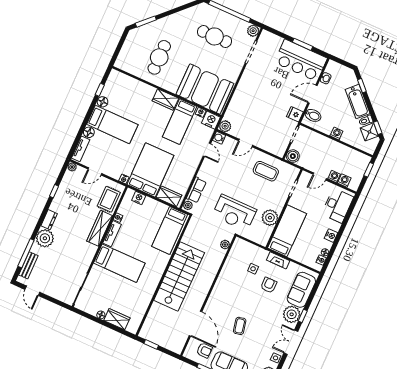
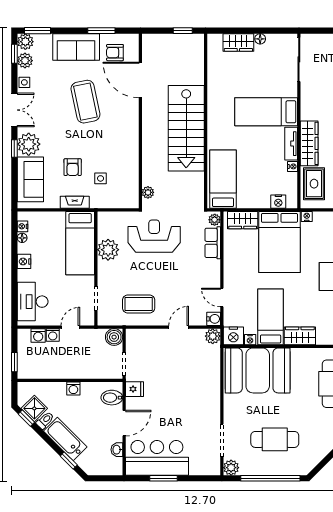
coffee table: (240, 326) -> (85, 102), width x1.86, depth x1.72

